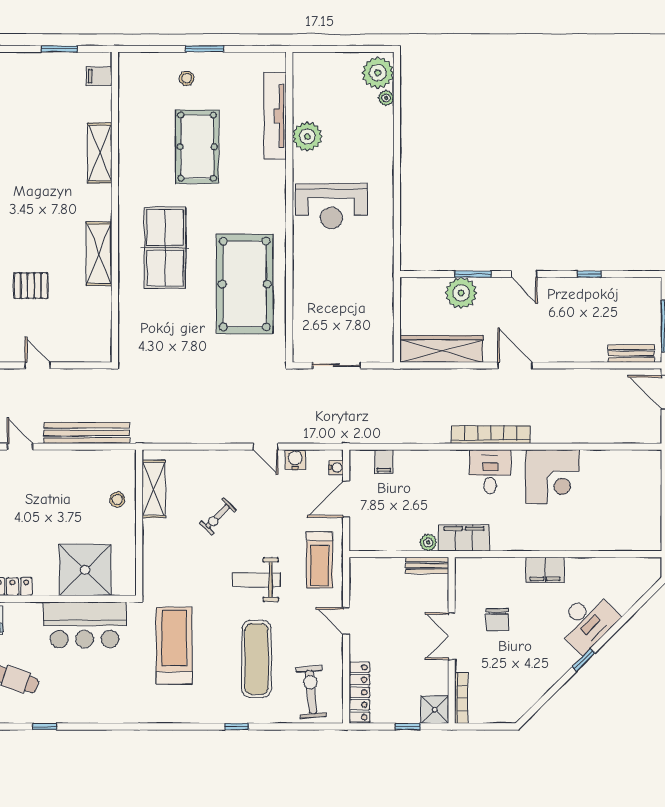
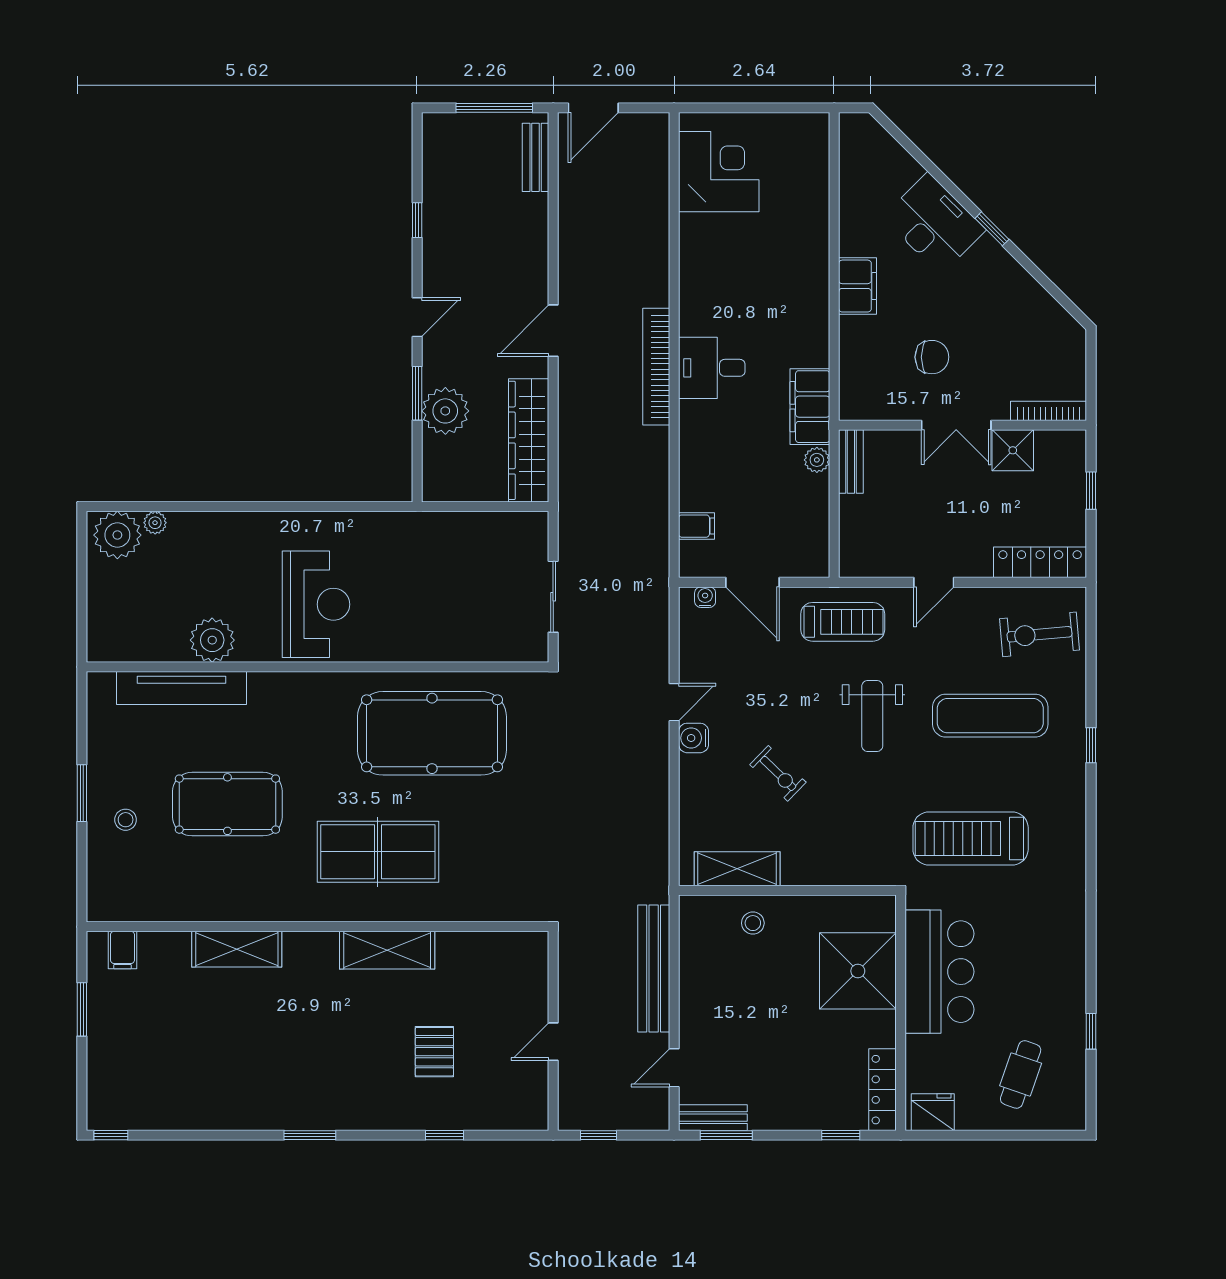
water cooler: (295, 460) -> (694, 738), moved
corner desk: (553, 477) -> (719, 172), moved
shower: (435, 710) -> (1013, 450), moved

